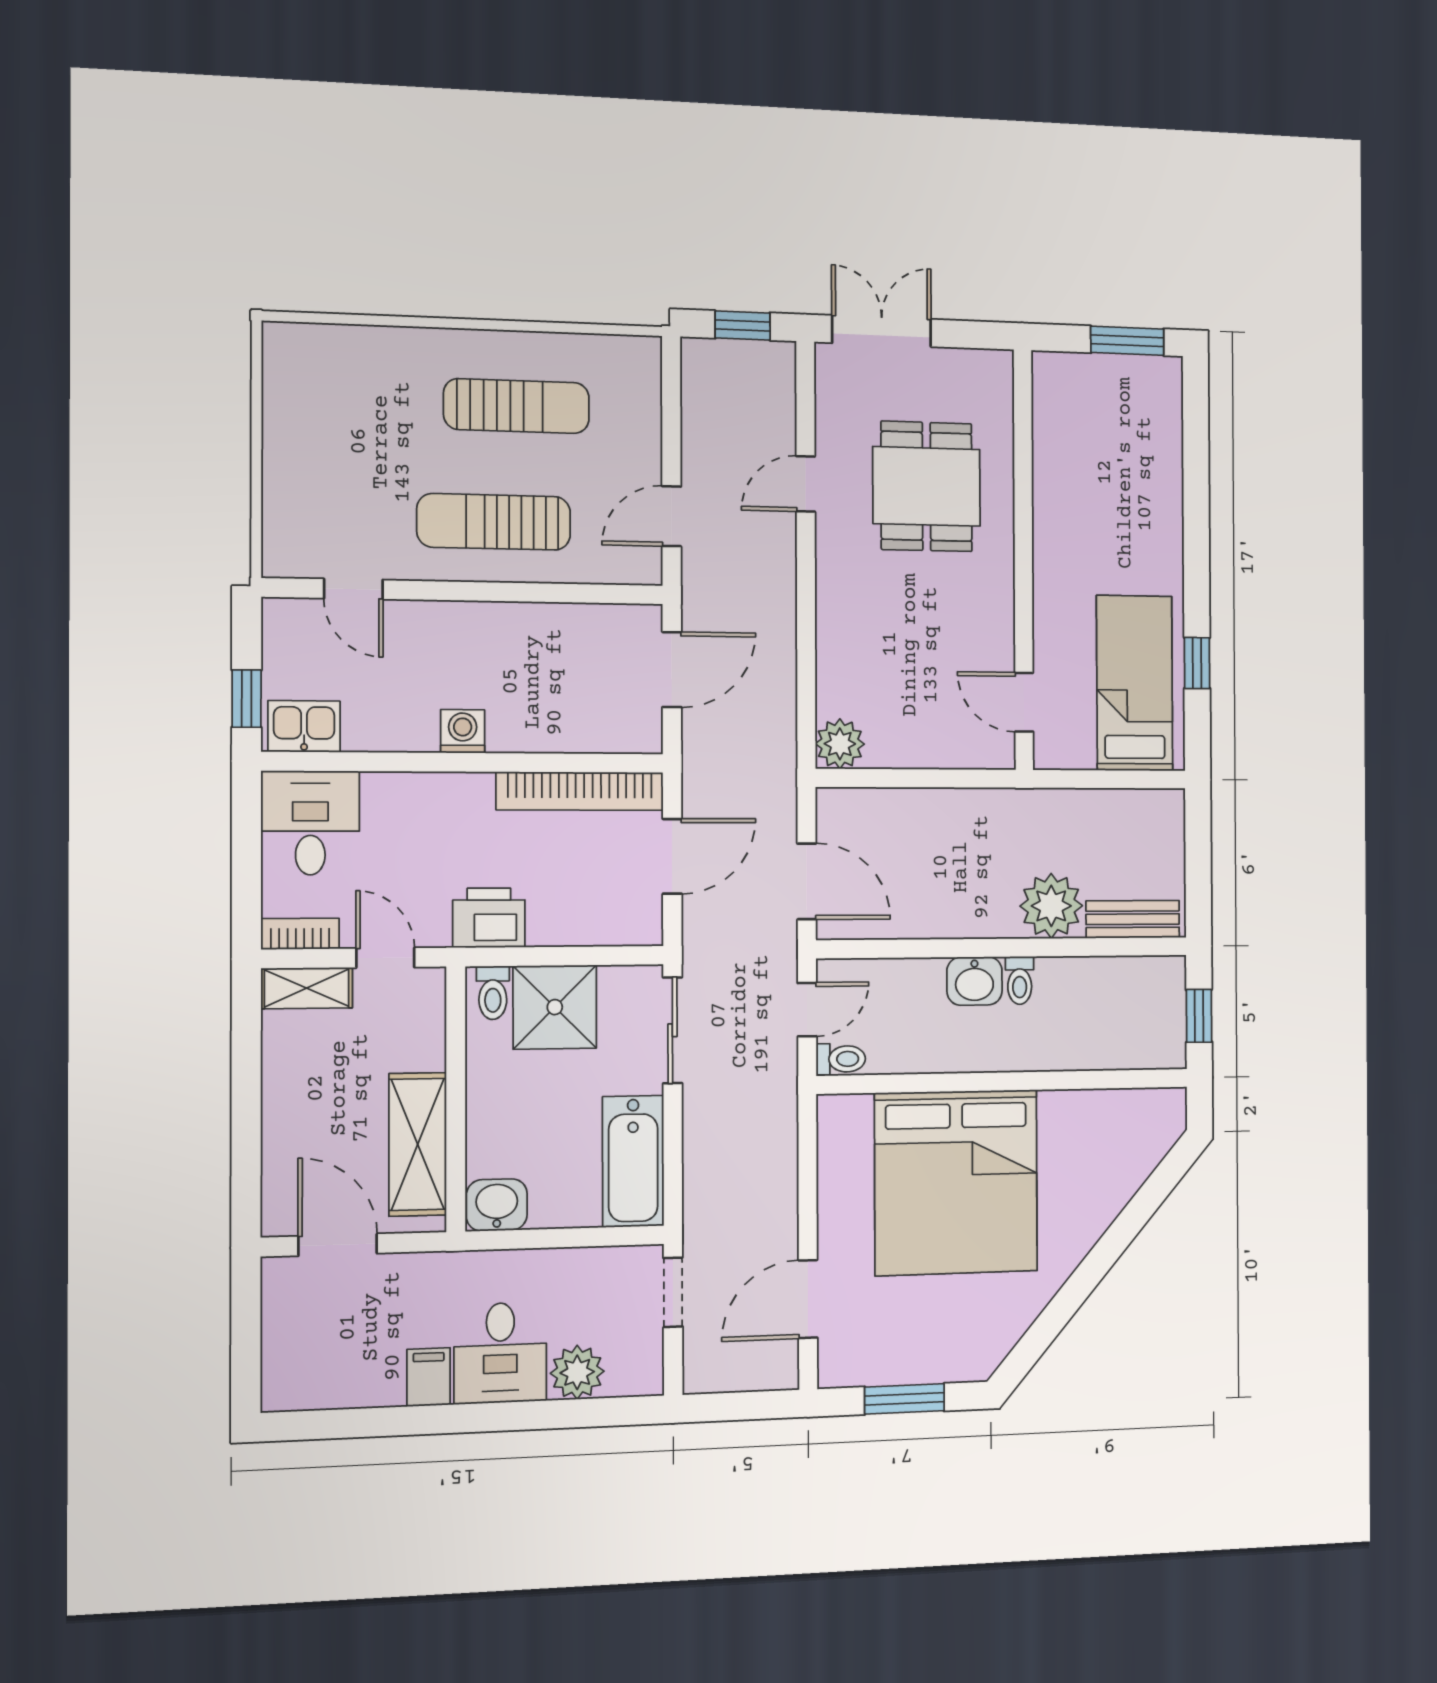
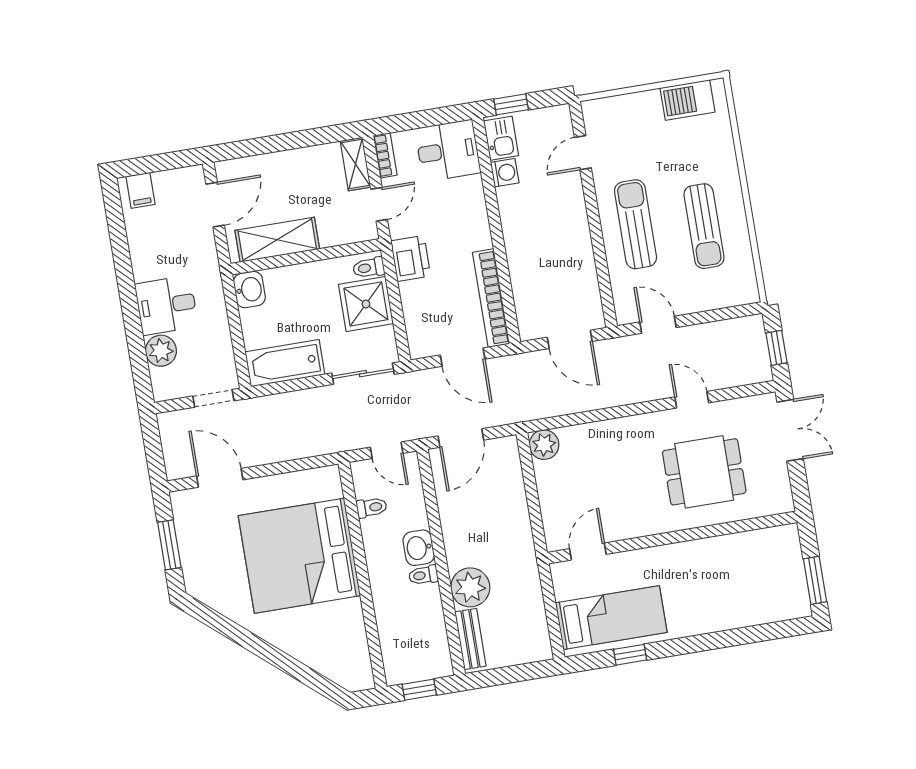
barbecue: (291, 391) -> (688, 100), added
washing machine: (463, 731) -> (505, 173), moved
toilet: (841, 1059) -> (372, 507), moved, turned -90
filing cabinet: (429, 1377) -> (140, 190), moved, turned 90

